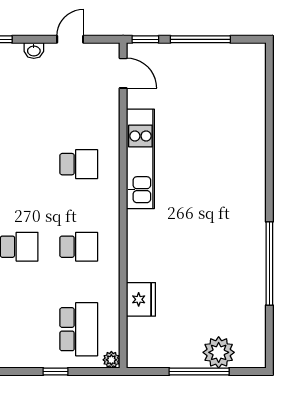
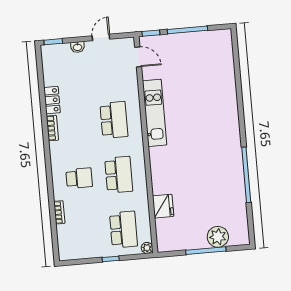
school desk: (79, 164) -> (114, 120), width x1.85
school desk: (79, 247) -> (119, 175), width x1.85

